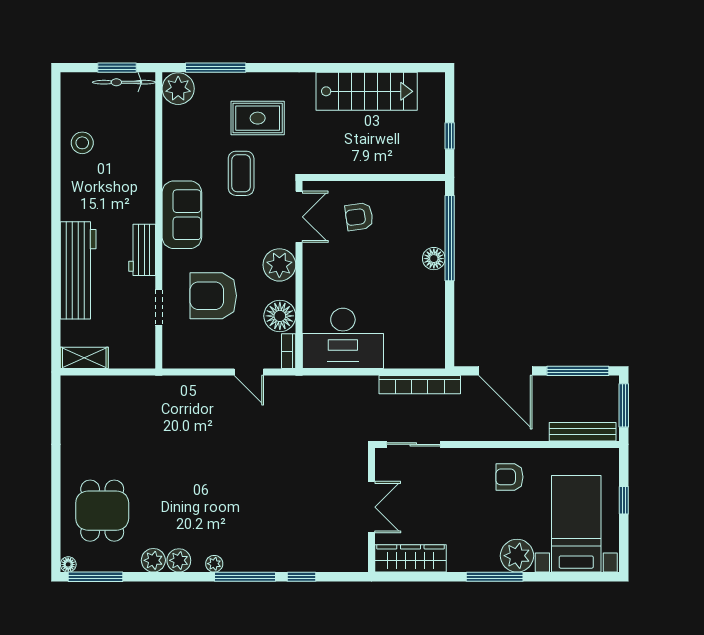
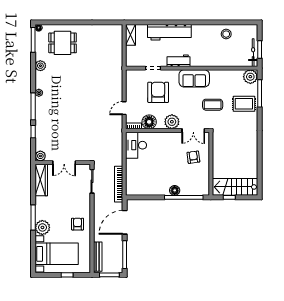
stairs: (367, 91) -> (235, 187), moved, turned 90
rug: (258, 118) -> (244, 104), moved, turned 90
desk: (343, 338) -> (136, 145), width x0.73, depth x0.77
plant: (179, 560) -> (40, 156), moved

